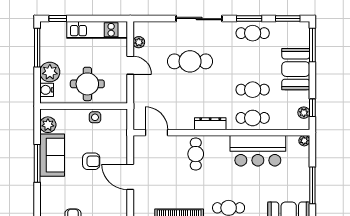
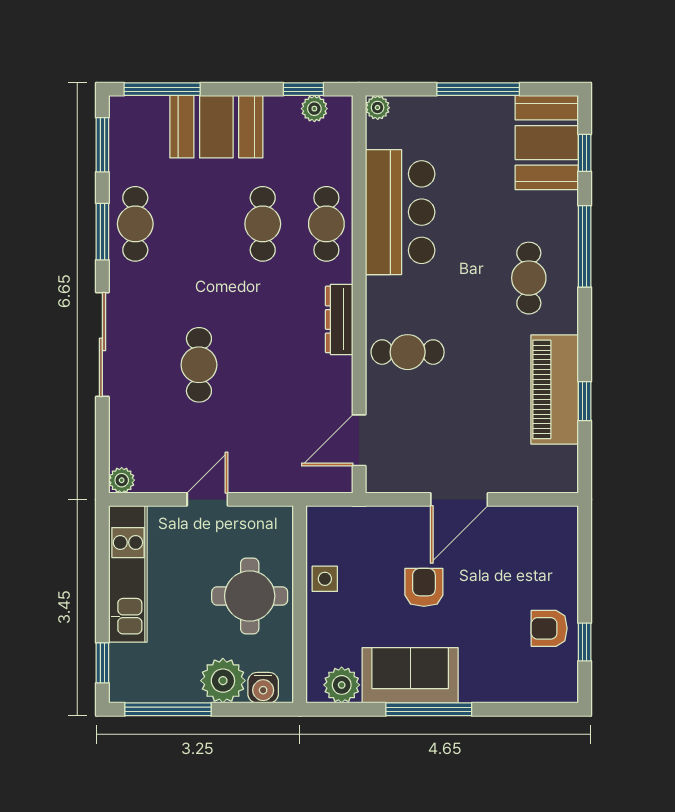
plant: (139, 42) -> (122, 480), moved
cafe table: (190, 61) -> (199, 365), width x0.73, depth x0.74

